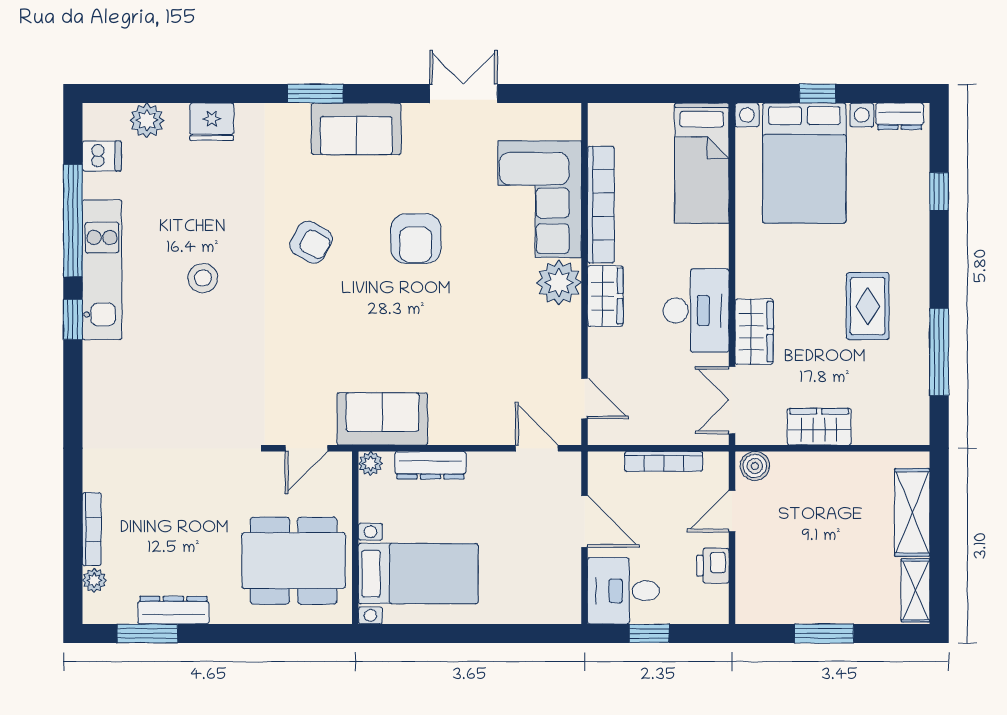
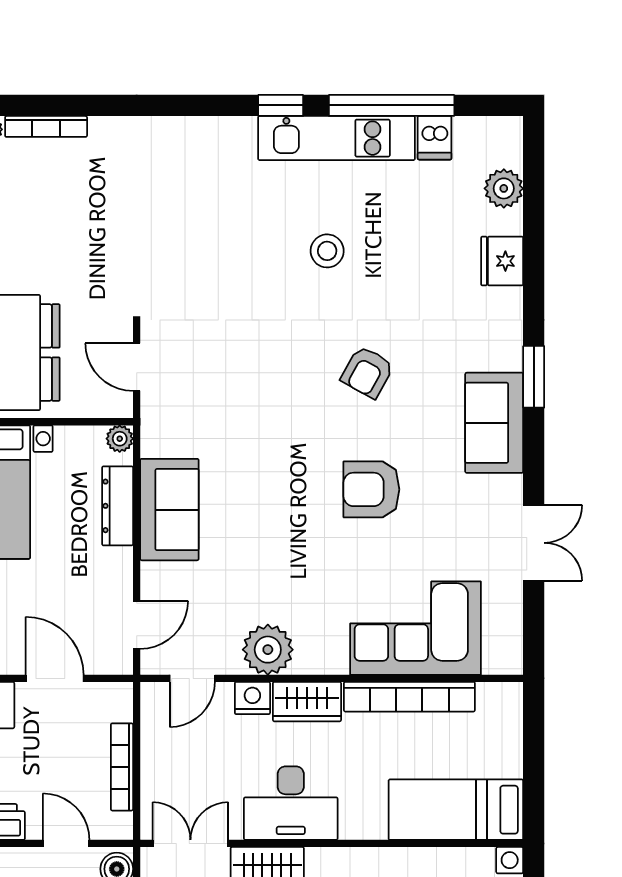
dishwasher: (102, 156) -> (435, 138), moved
plant: (559, 283) -> (268, 650), moved
nightstand: (602, 345) -> (252, 698), added
sofa: (382, 419) -> (169, 510), moved
door: (584, 521) -> (55, 678), swing flipped

